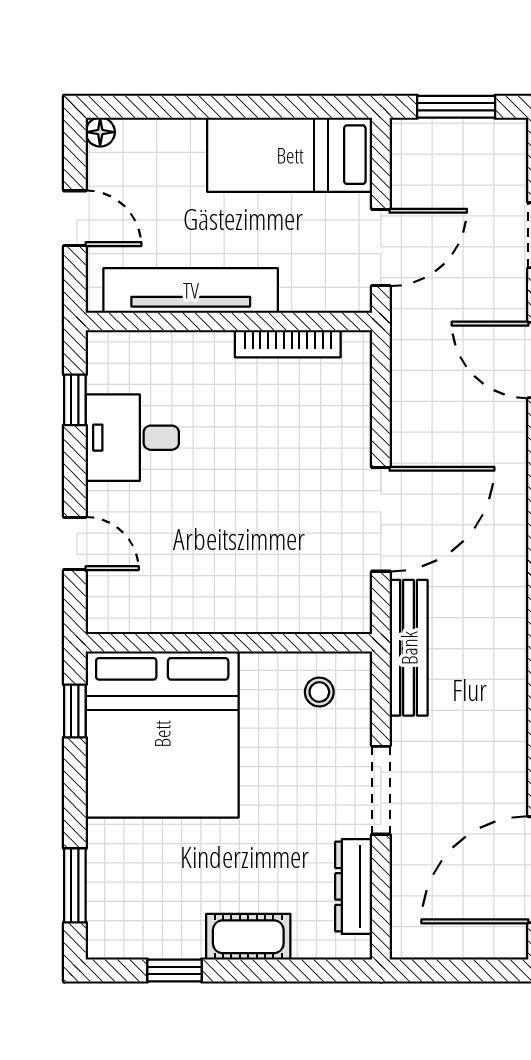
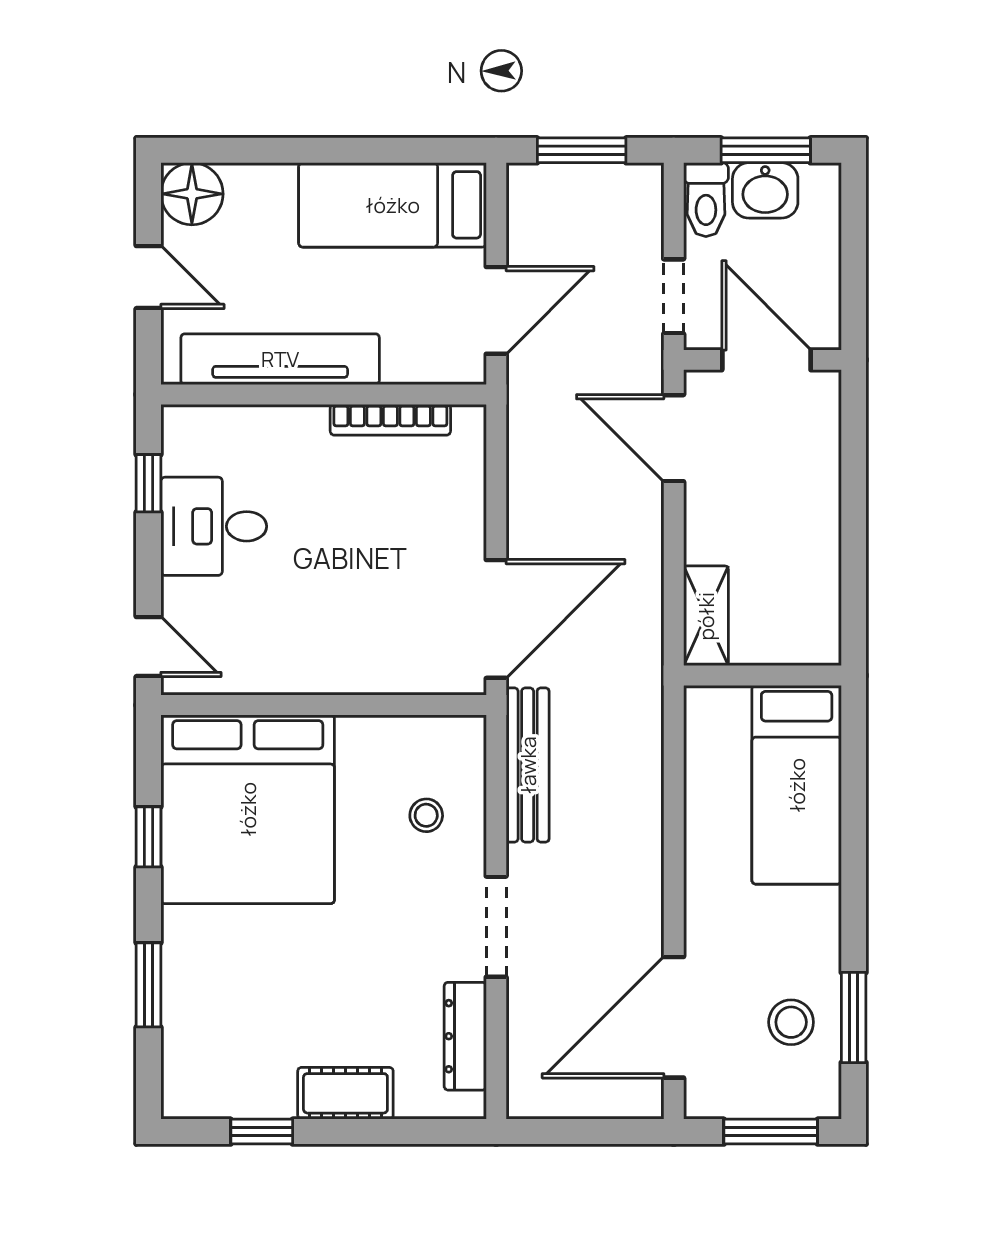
floor lamp: (100, 132) -> (192, 194), width x1.89, depth x1.89
wall: (229, 643) -> (324, 705), moved
bed: (162, 734) -> (248, 809), moved
window: (75, 885) -> (149, 985), moved

